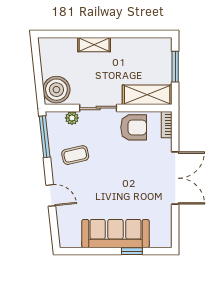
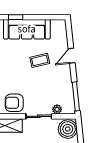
coffee table: (75, 155) -> (40, 60), moved
door: (51, 195) -> (72, 56), hinge flipped

